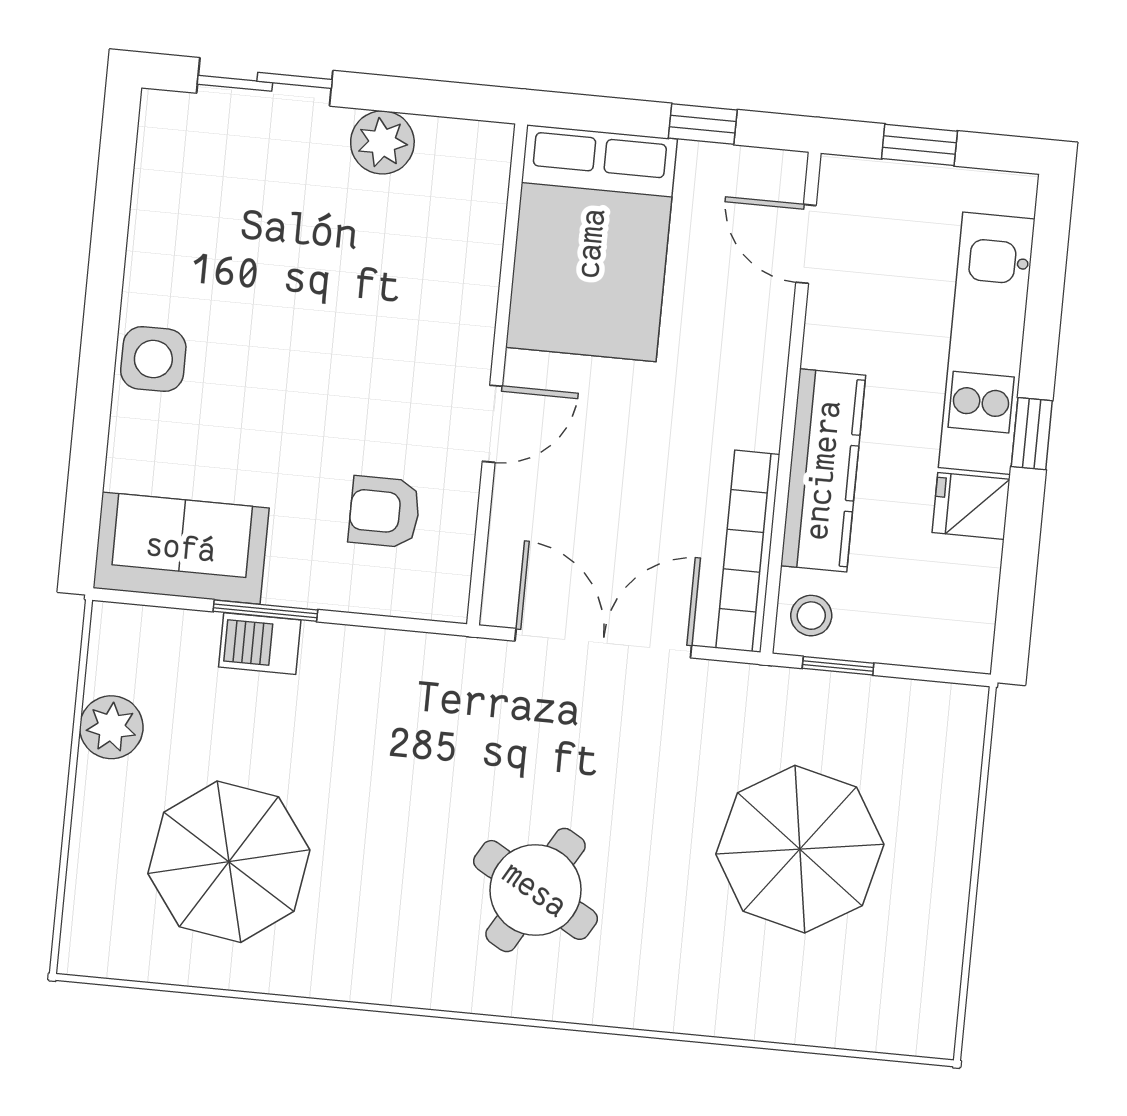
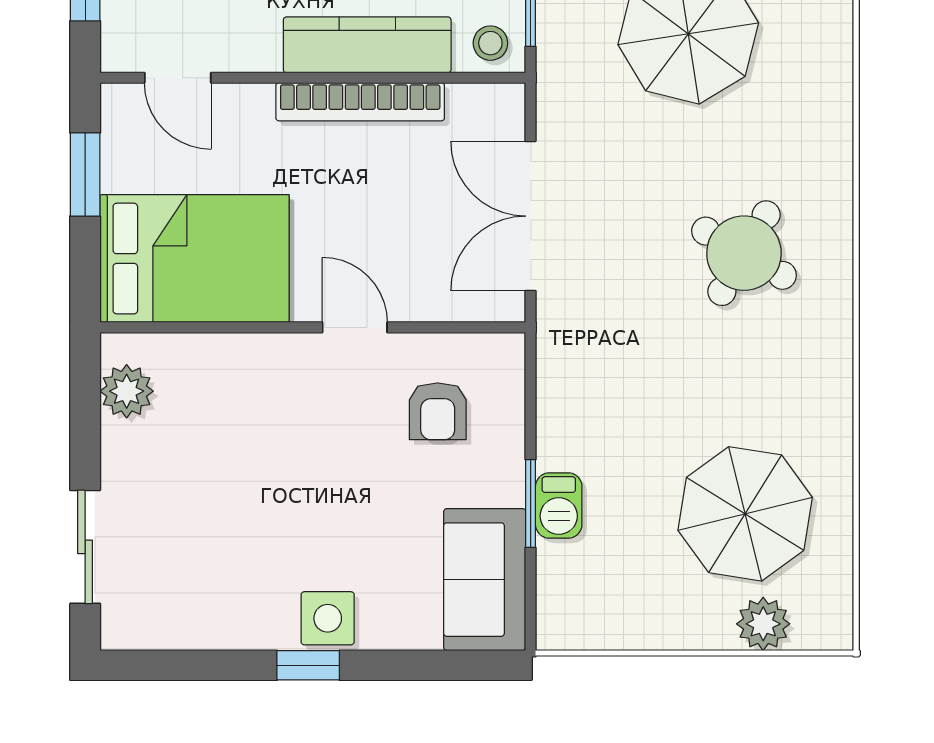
window: (703, 124) -> (85, 174), width x1.50
plant: (382, 142) -> (127, 391), moved
door: (806, 244) -> (178, 78), hinge flipped
window: (100, 331) -> (308, 665), added
bookcase: (748, 551) -> (360, 102), moved
plant: (111, 727) -> (763, 624), moved

